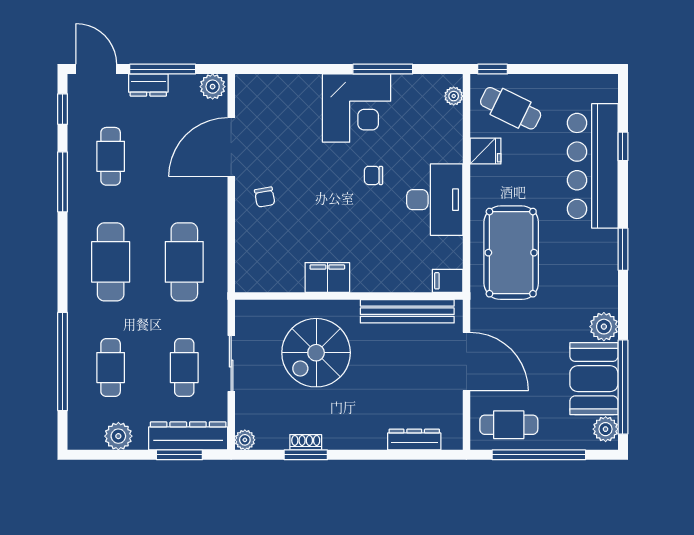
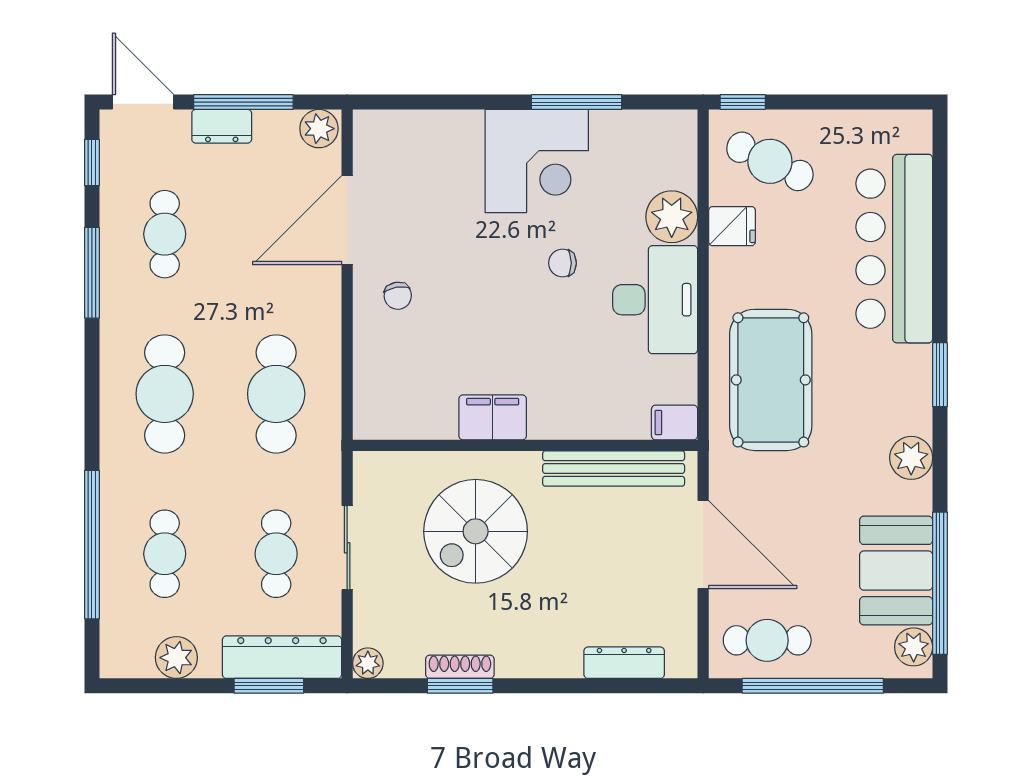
plant: (454, 96) -> (672, 217), moved, width x1.88, depth x1.88
window: (623, 146) -> (940, 219), removed
plant: (604, 327) -> (911, 458), moved
shoe rack: (306, 442) -> (460, 667), width x1.43

